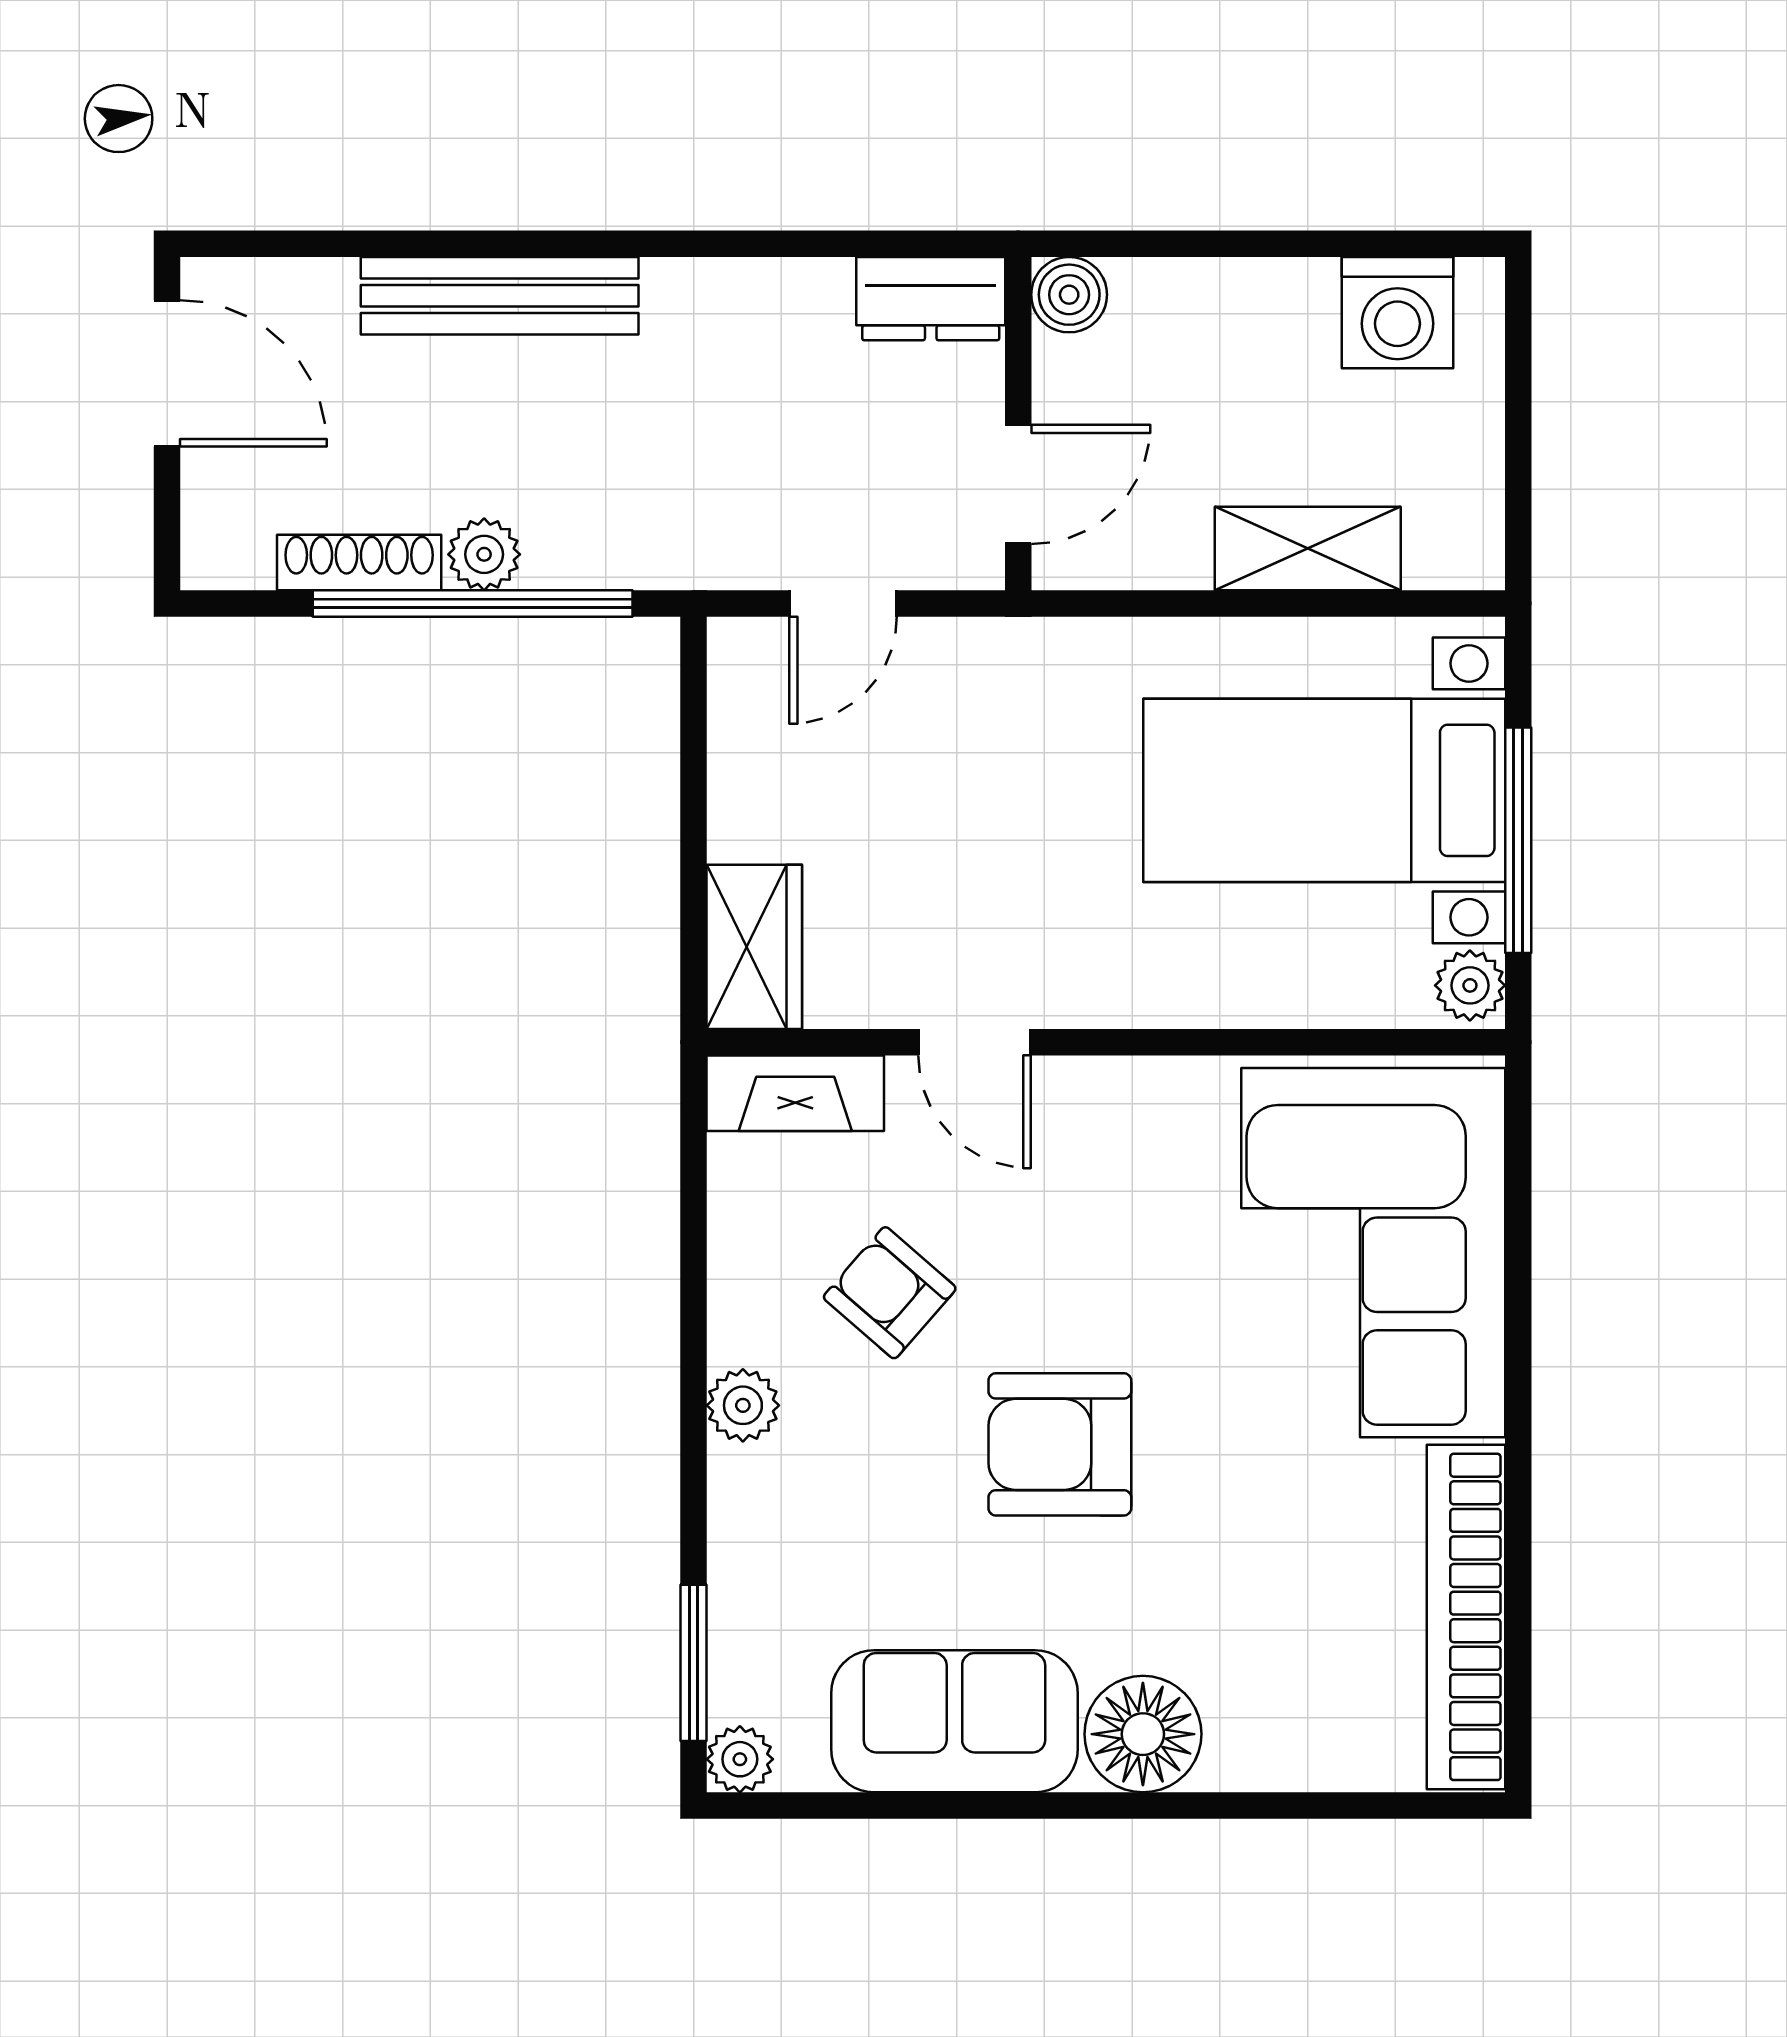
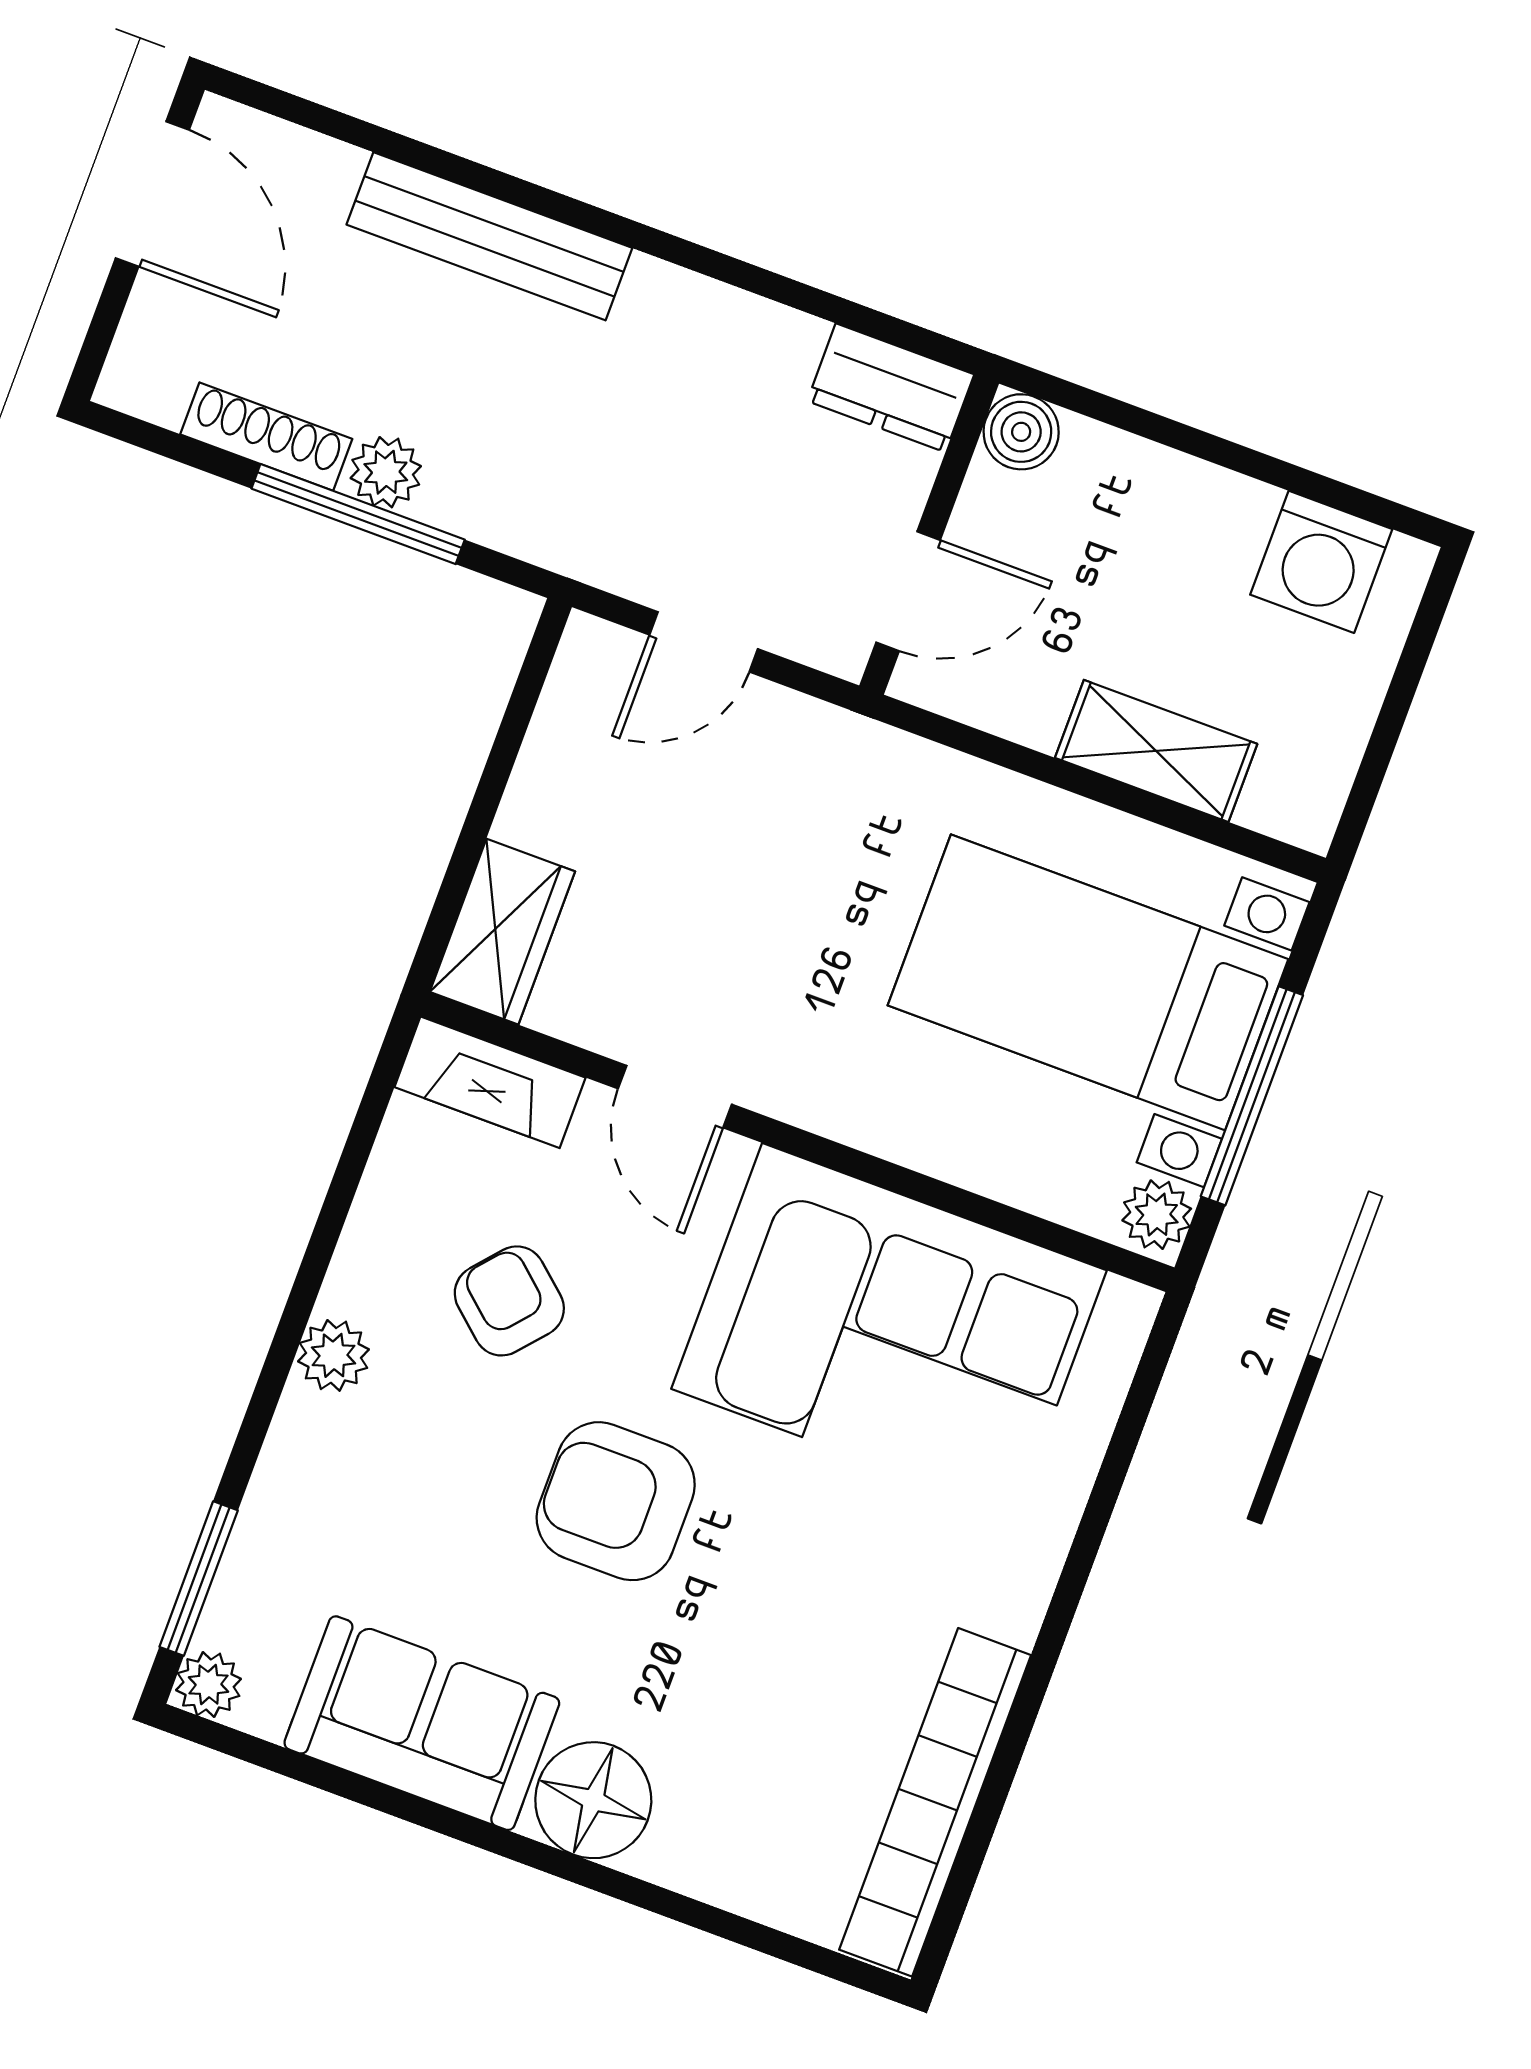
window: (473, 603) -> (358, 514), width x0.68
corner sofa: (1373, 1253) -> (889, 1330), moved, turned -90

